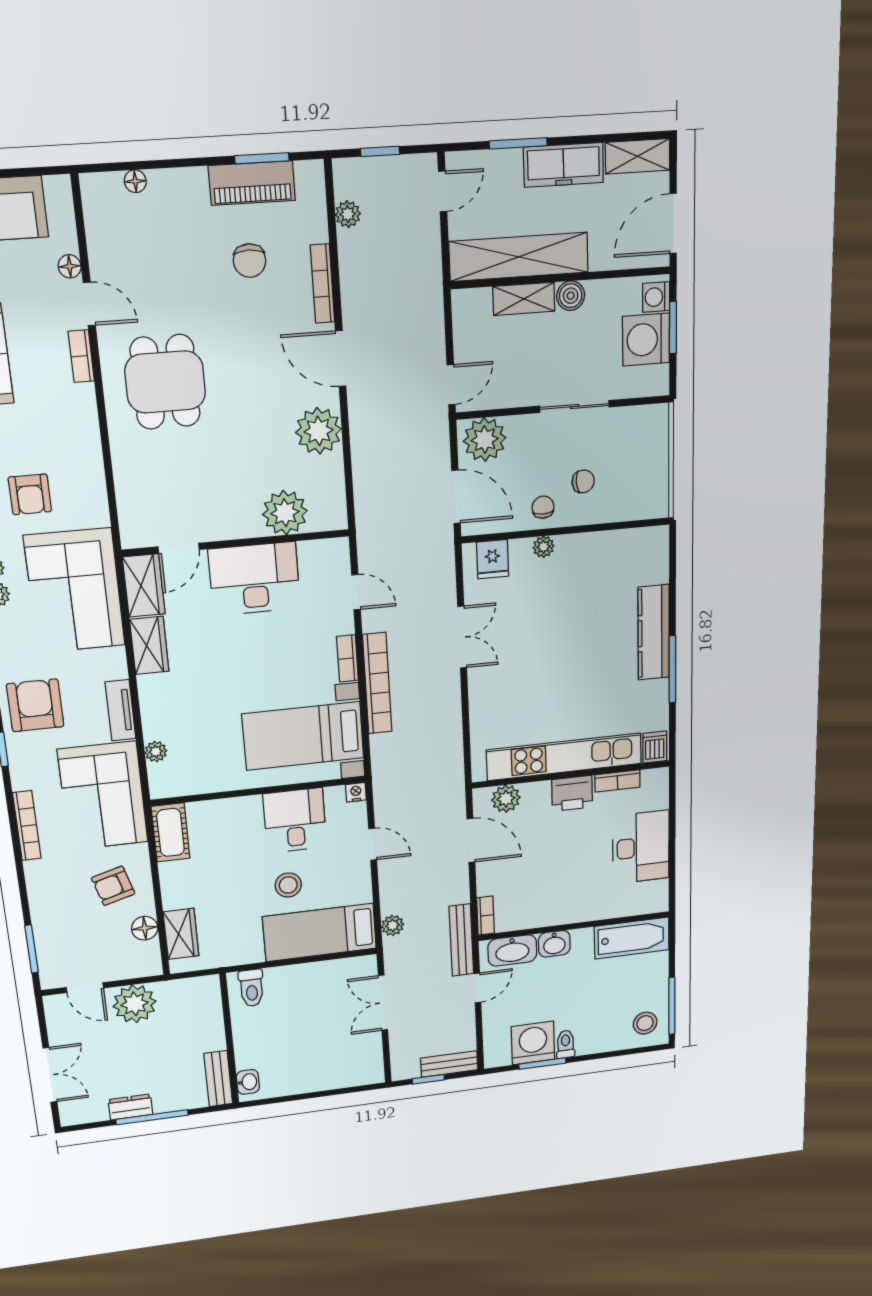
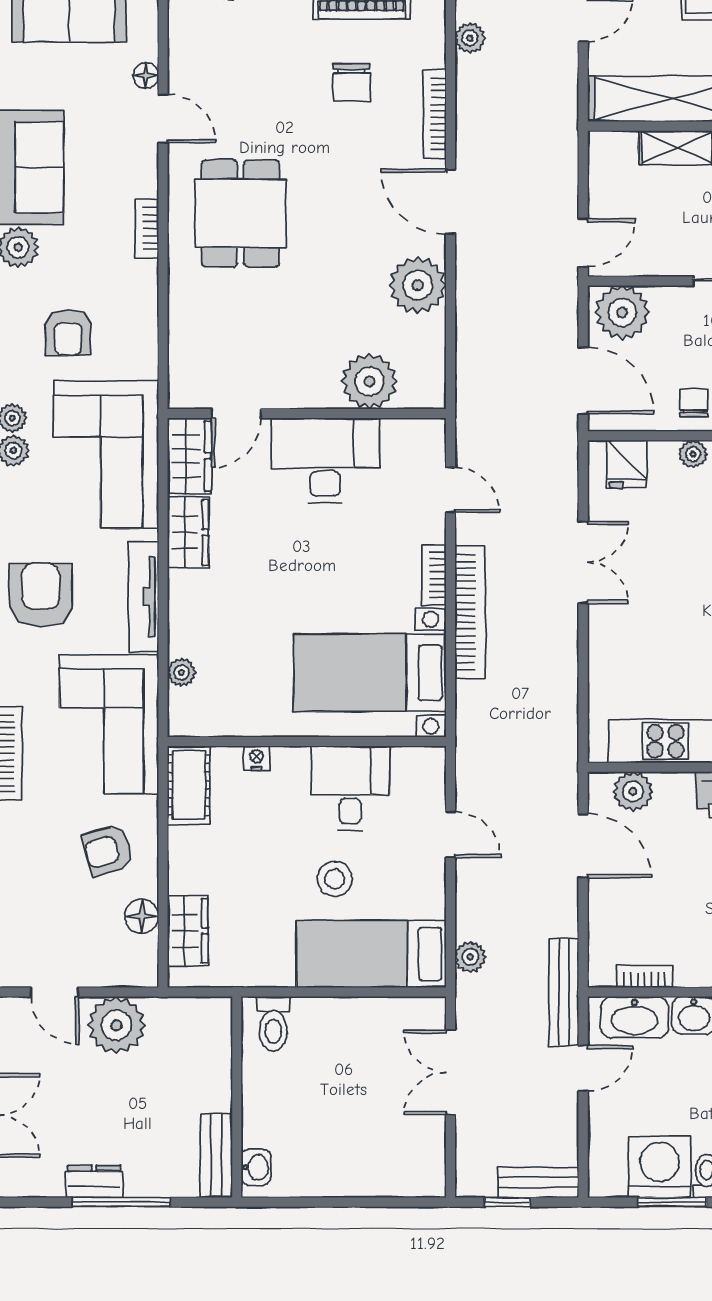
bookcase: (81, 356) -> (147, 229), moved
tv unit: (120, 710) -> (144, 597), width x1.41
nightstand: (356, 792) -> (257, 758), moved
bookcase: (486, 916) -> (644, 976), moved, turned -90

